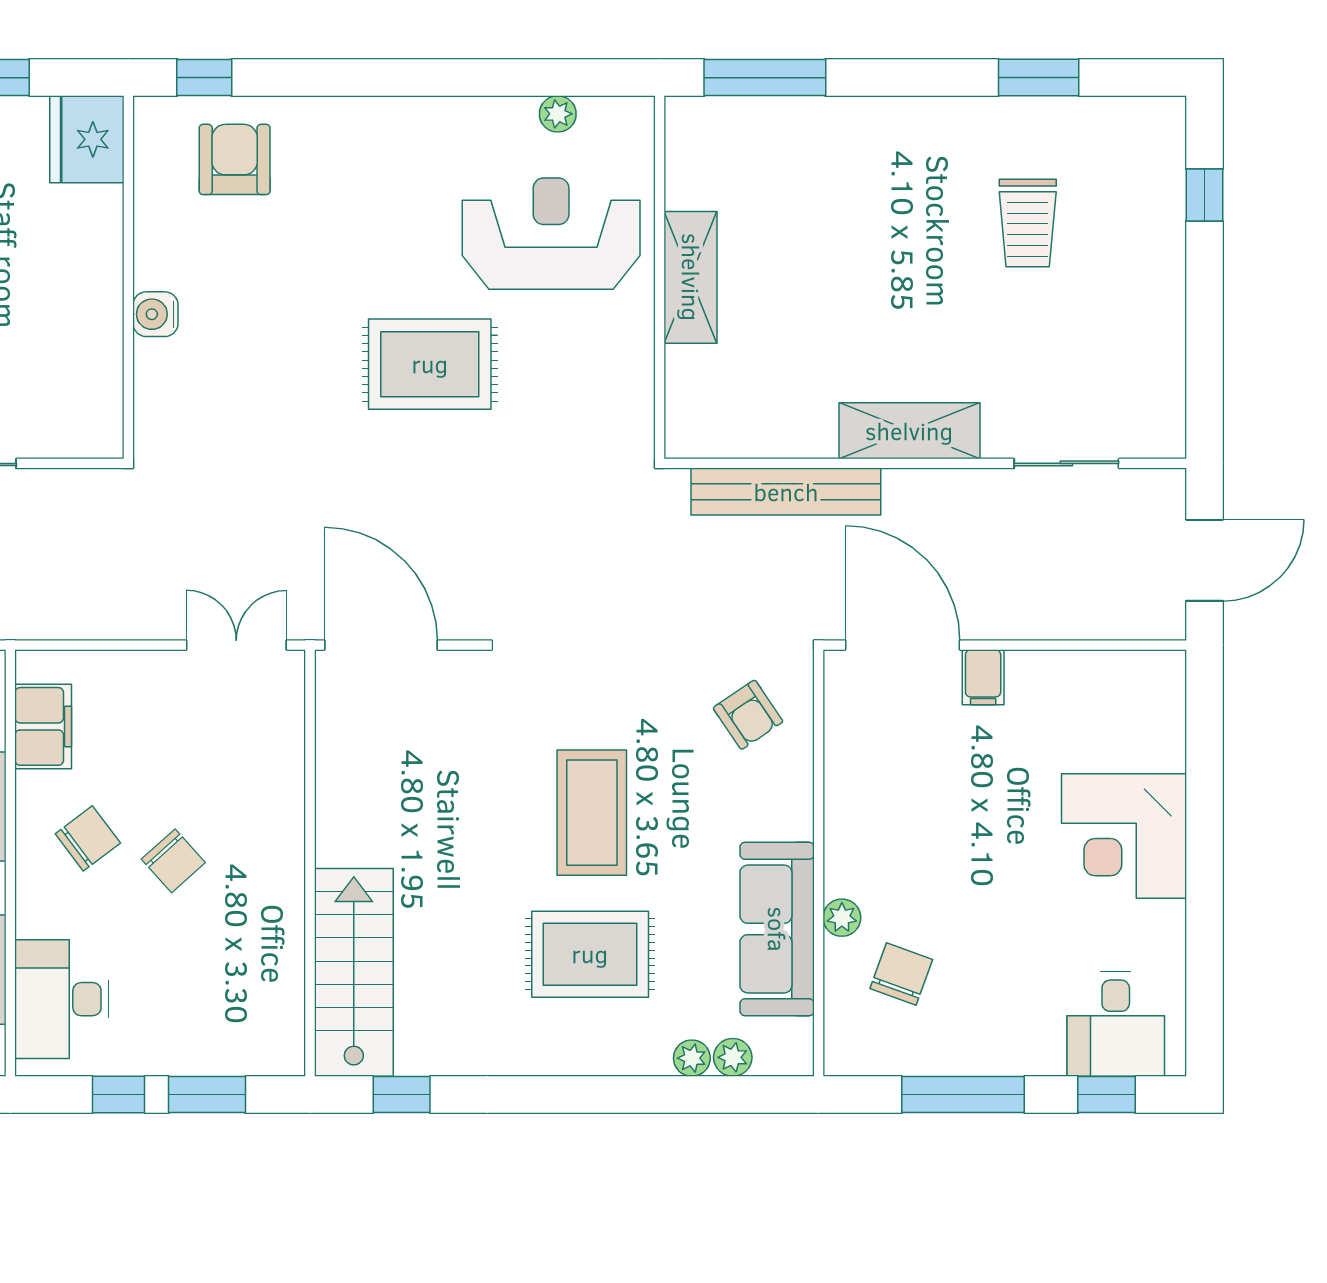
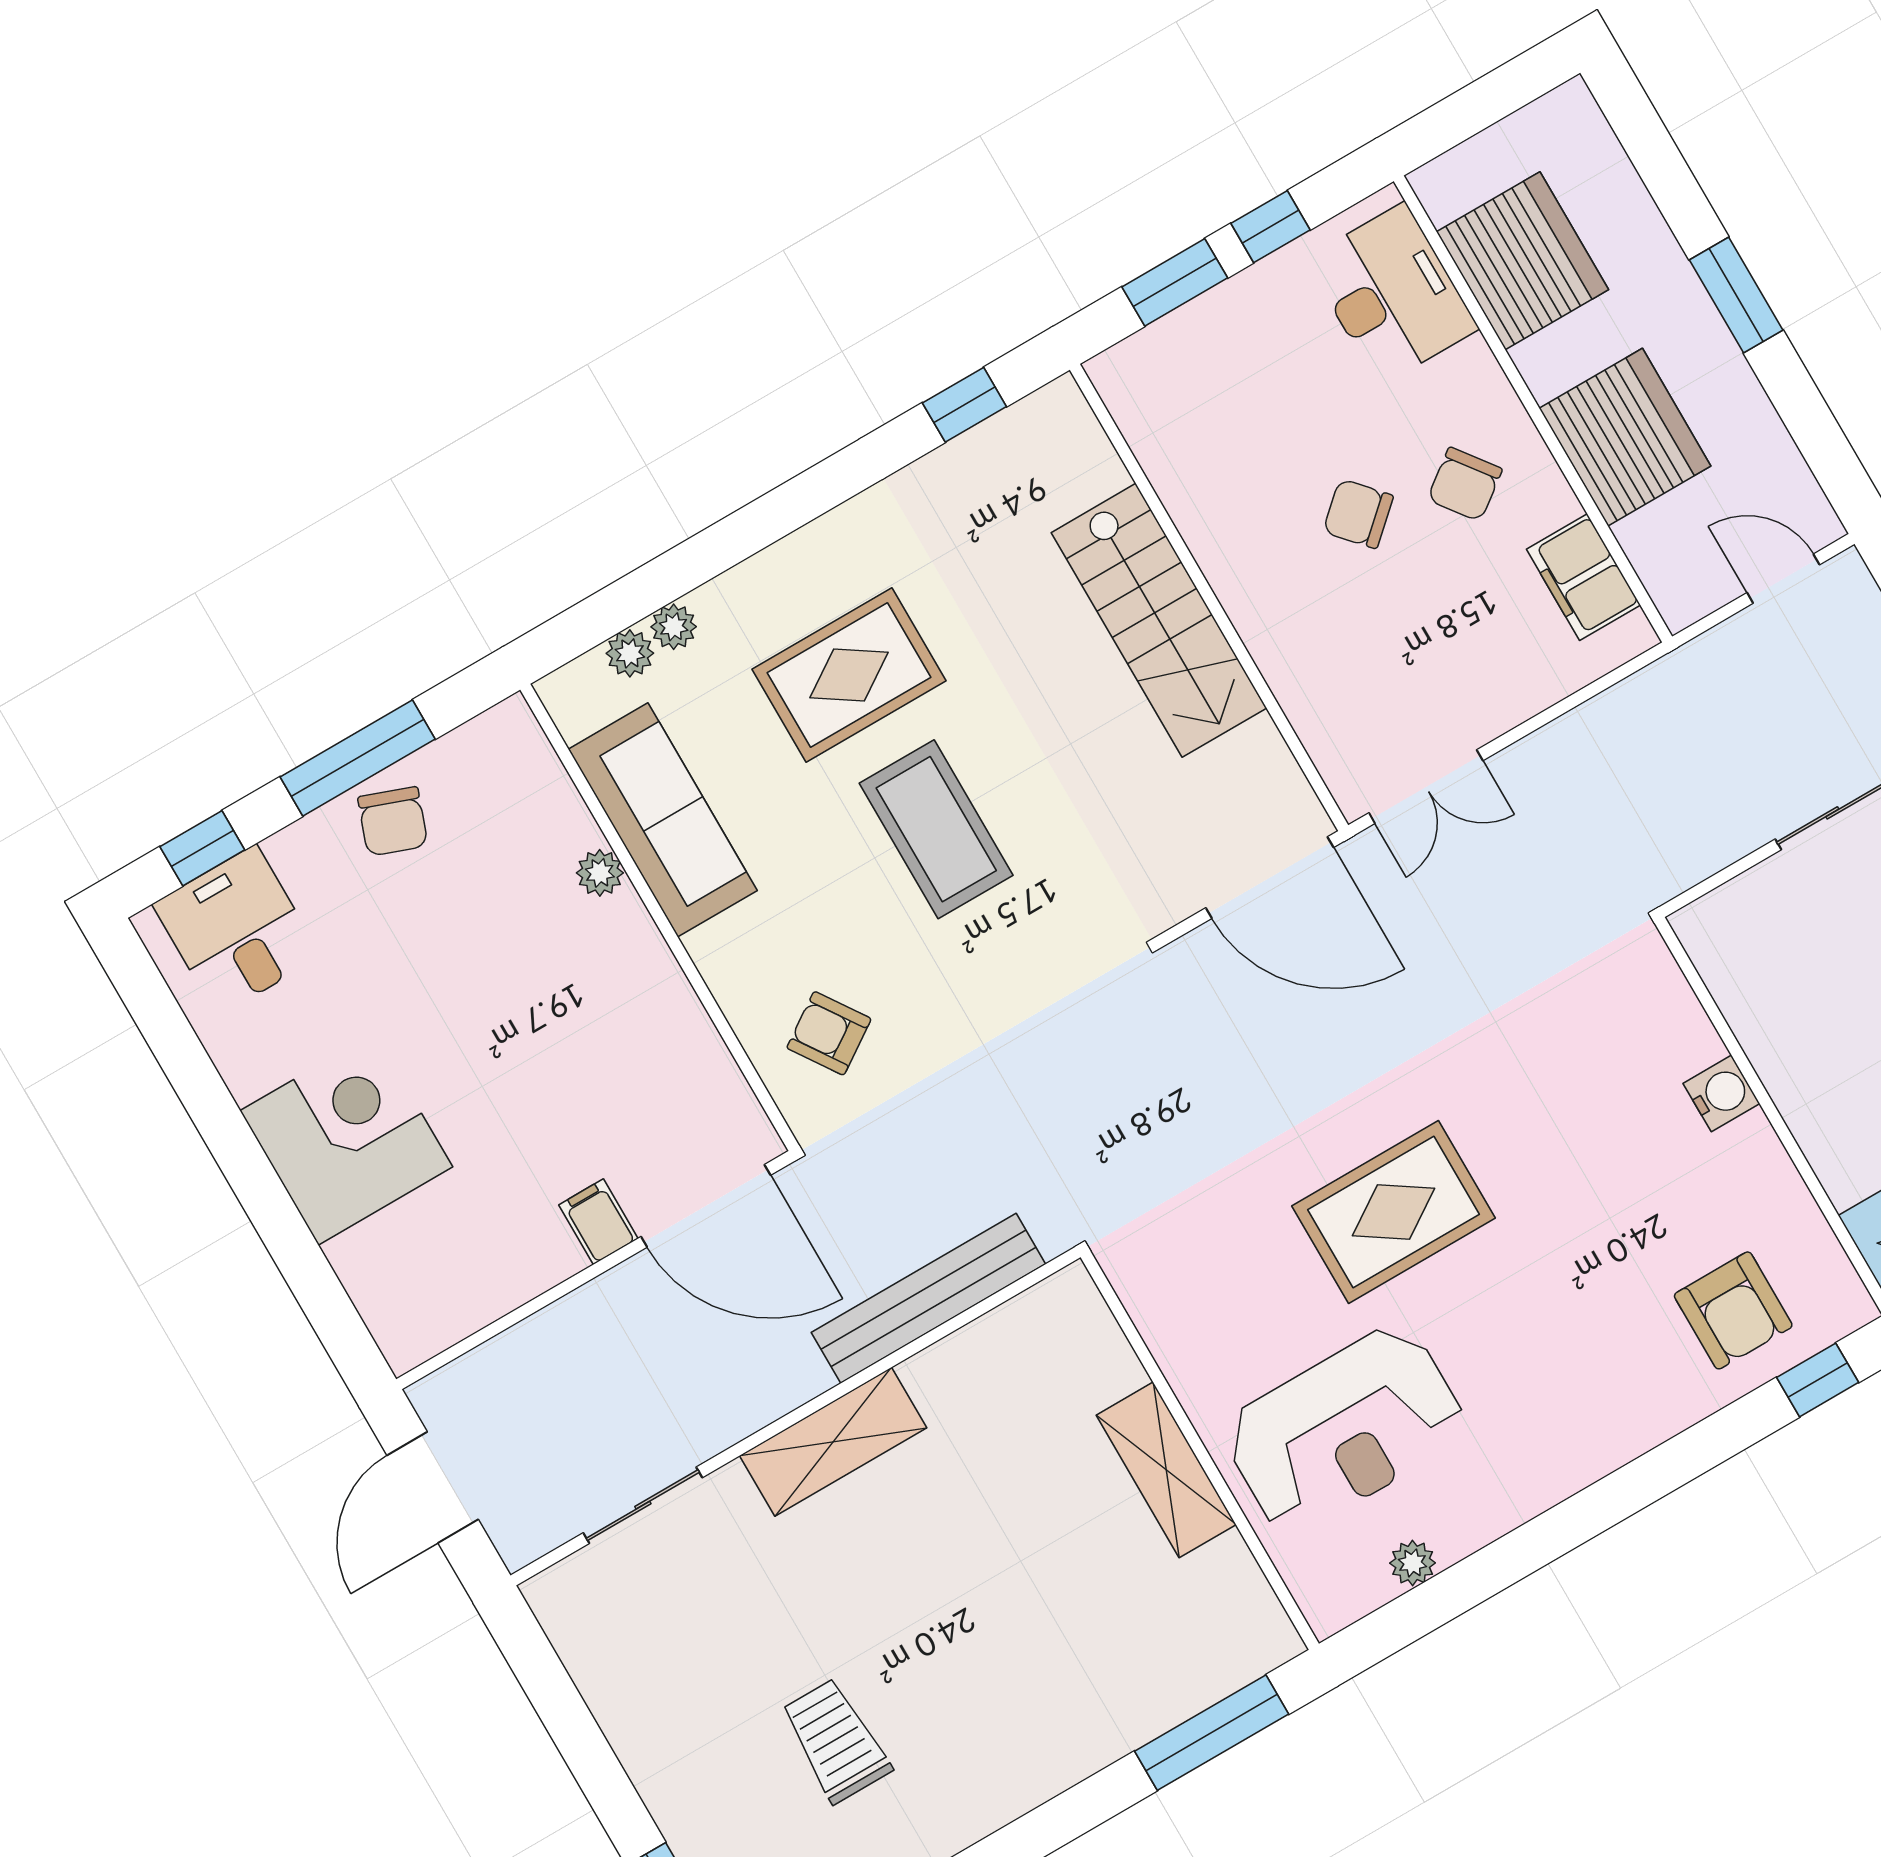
stairs: (354, 972) -> (1159, 620), moved
chair: (901, 974) -> (393, 821), moved

